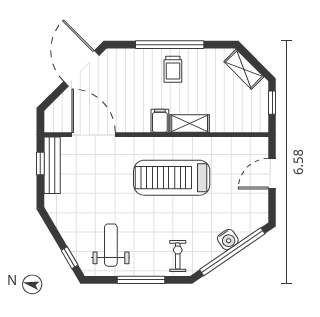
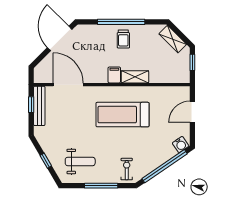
water cooler: (228, 240) -> (181, 145), moved
weight bench: (111, 245) -> (80, 161), turned 90
window: (70, 258) -> (46, 161), moved

